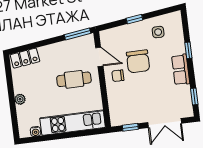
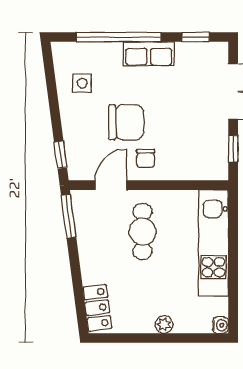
window: (134, 19) -> (60, 155), moved
window: (188, 50) -> (119, 37), width x3.17
water cooler: (36, 132) -> (220, 325), moved

